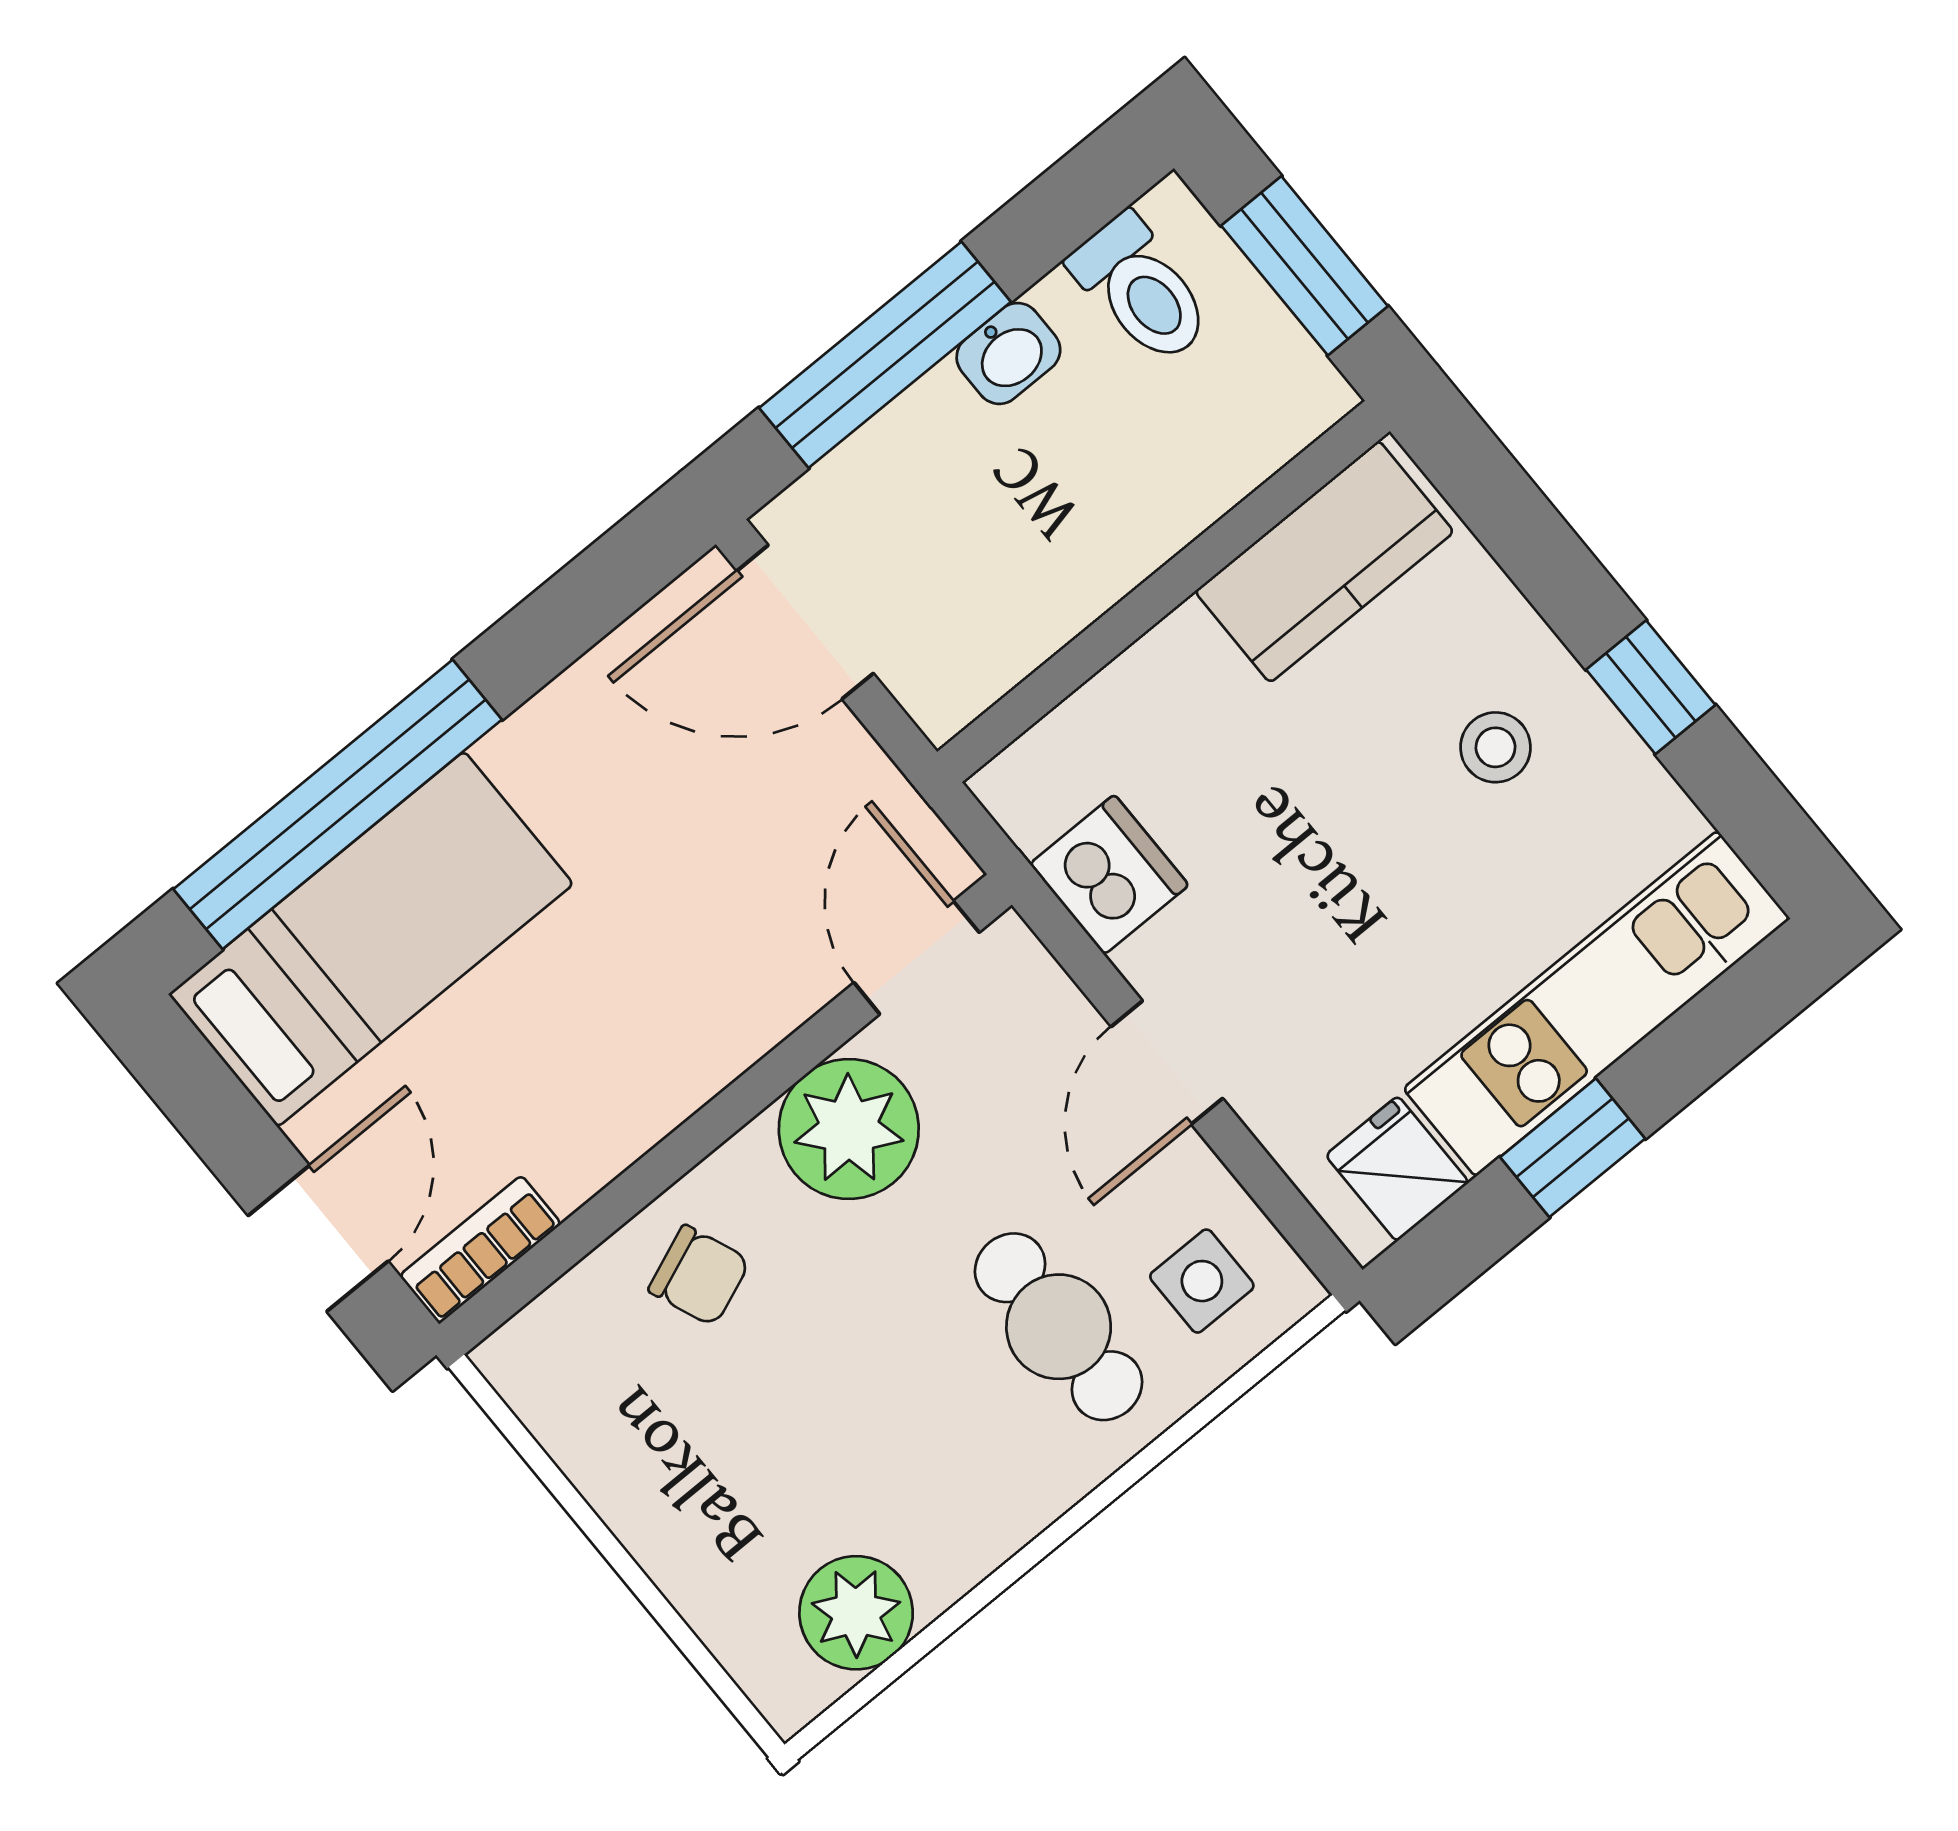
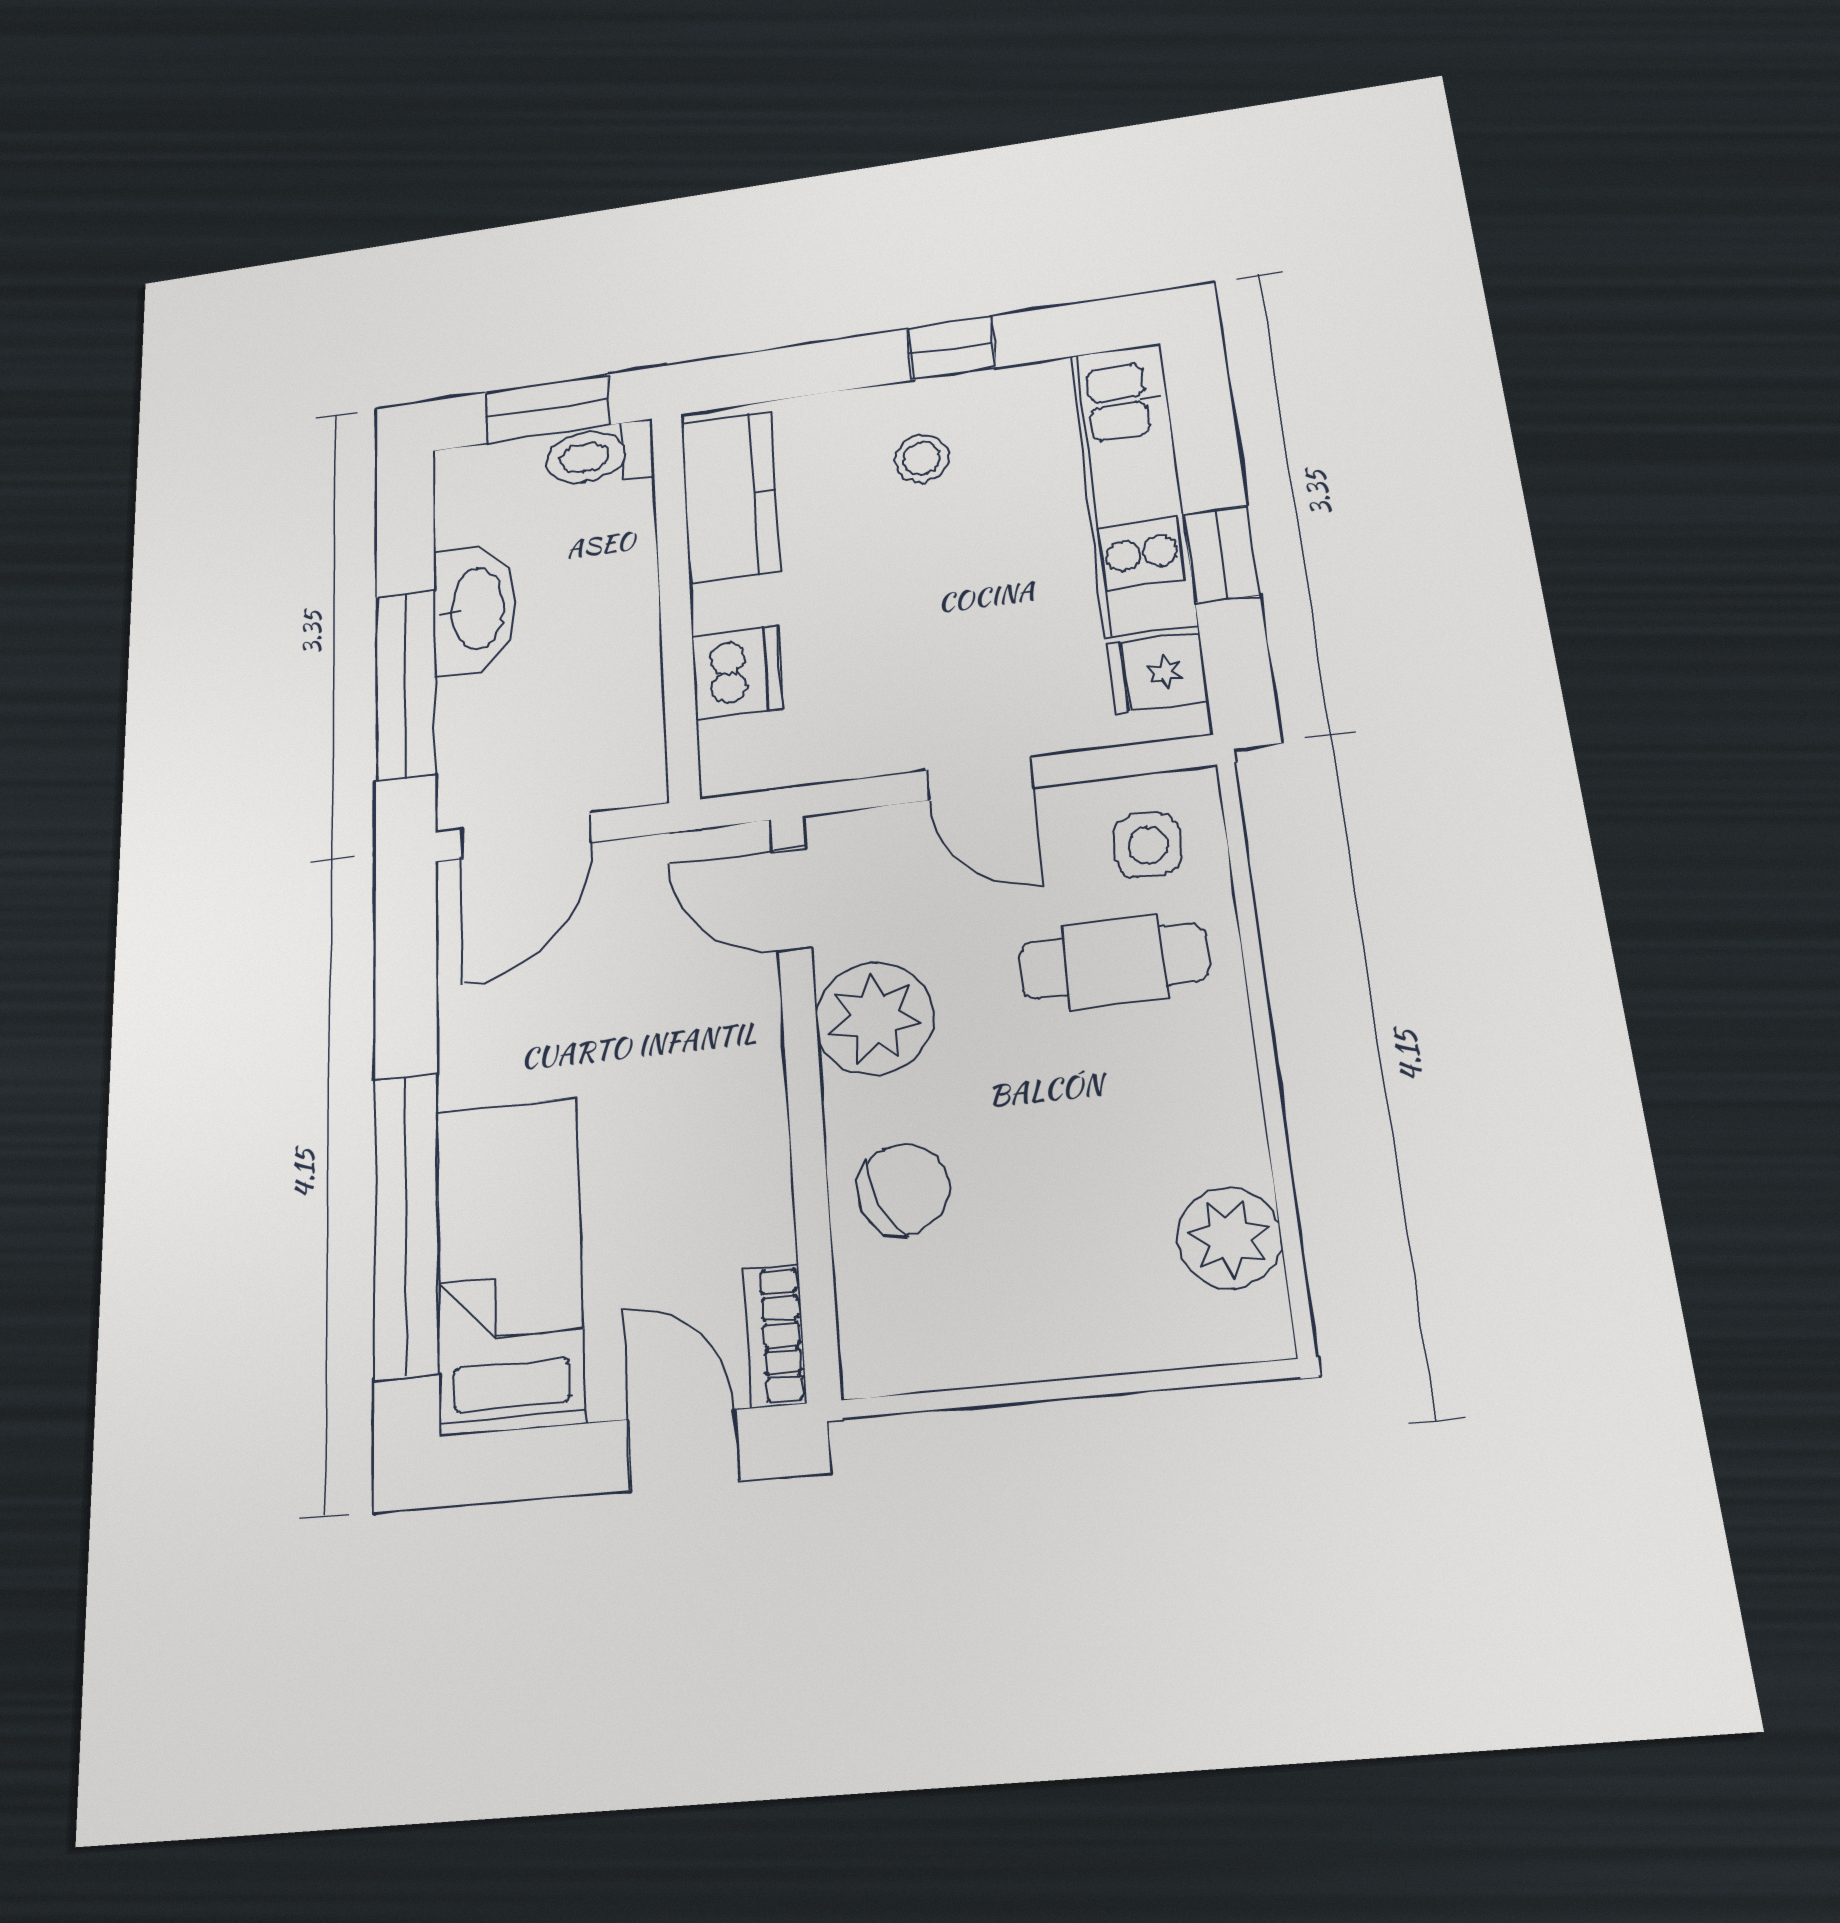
toilet: (1141, 289) -> (599, 455), moved, turned 180
washbasin: (1008, 353) -> (475, 609), width x1.91, depth x1.45
dishwasher: (1109, 875) -> (737, 672), moved, turned 90
chair: (699, 1276) -> (903, 1190), width x1.37, depth x1.37

